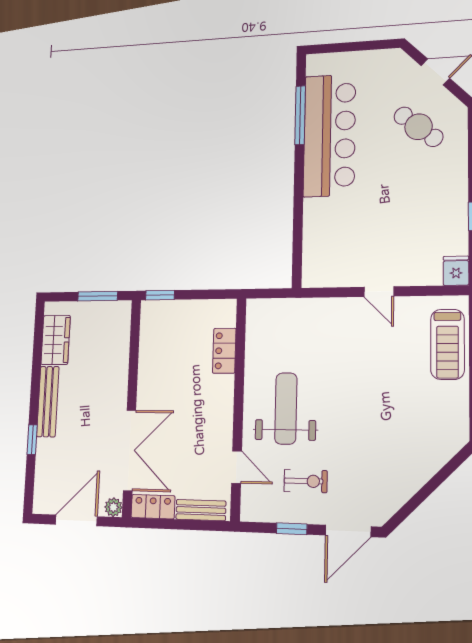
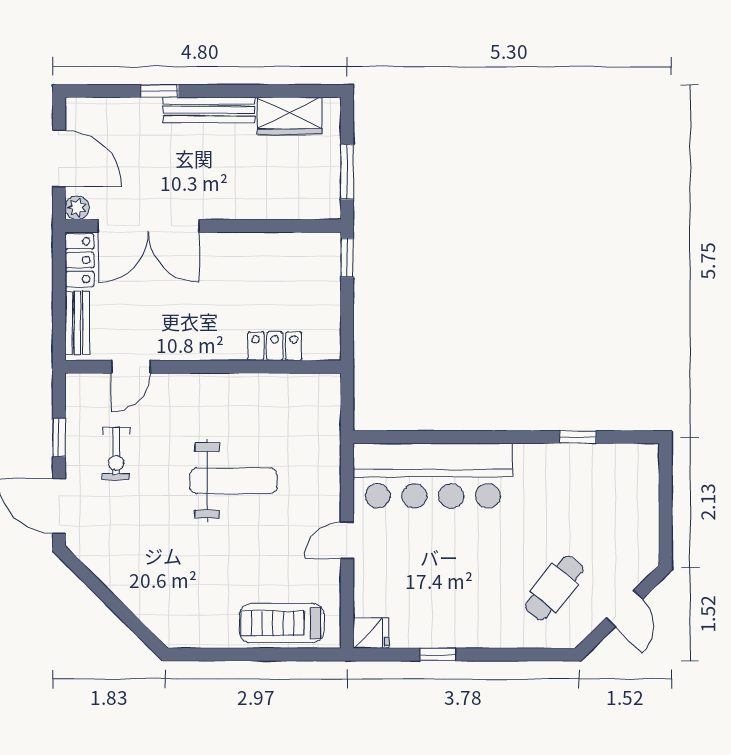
window: (300, 115) -> (578, 437), width x0.46
bar counter: (329, 135) -> (433, 476), moved
weight bench: (286, 408) -> (234, 481), moved

